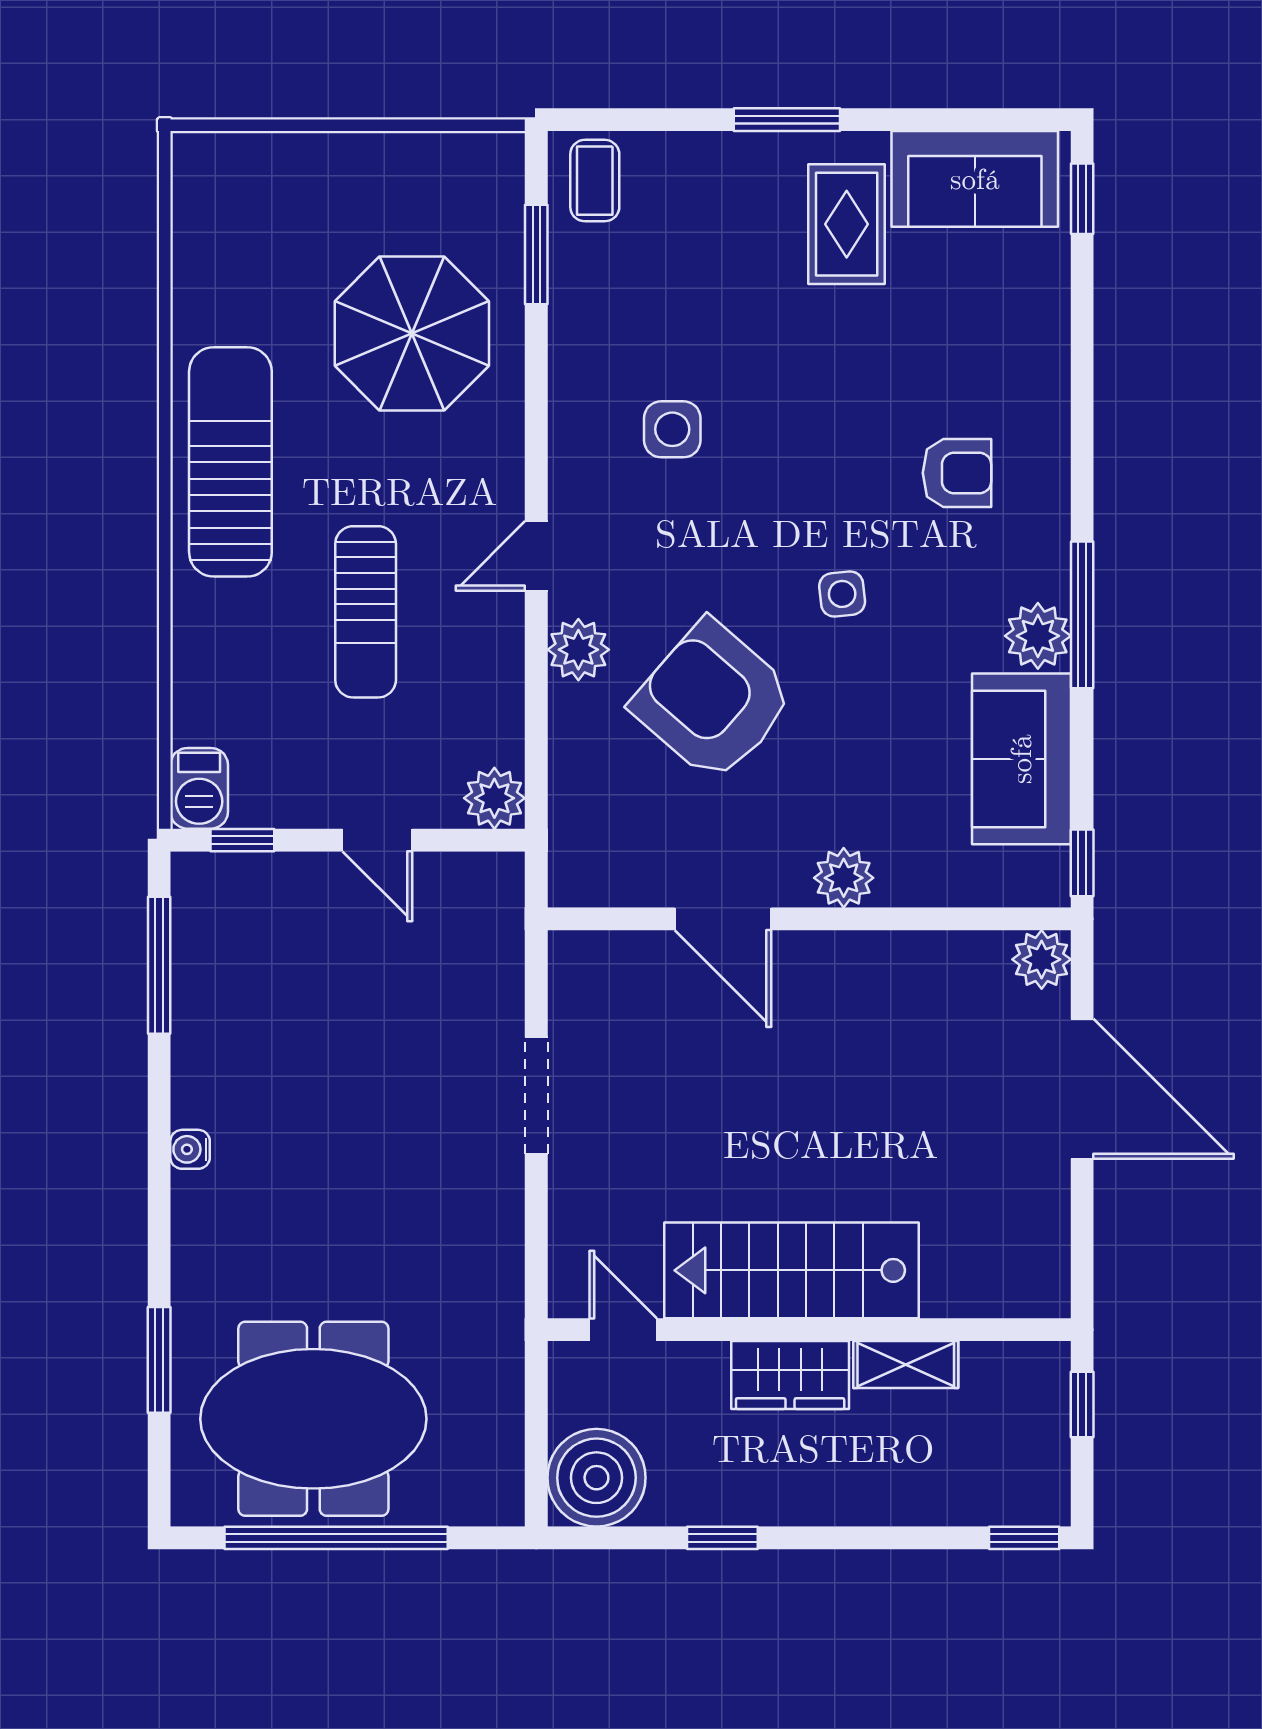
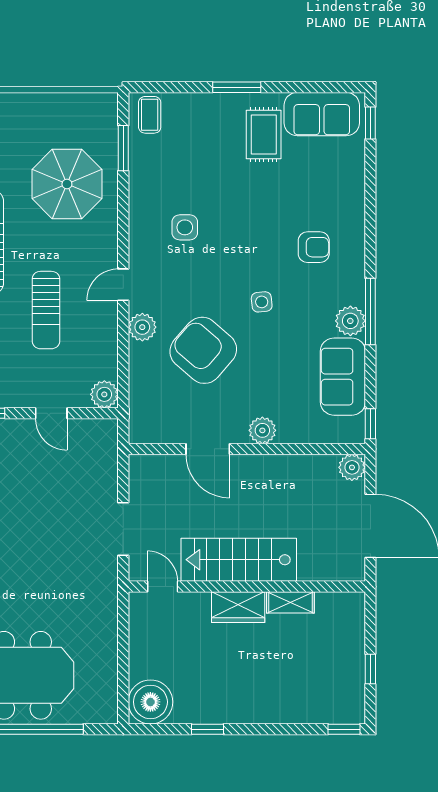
stairs: (792, 1270) -> (239, 560), moved
door: (623, 1330) -> (163, 587), moved
wall: (809, 1330) -> (247, 587), moved
shelving: (906, 1365) -> (290, 602), moved
wardrobe: (790, 1375) -> (238, 607), moved

